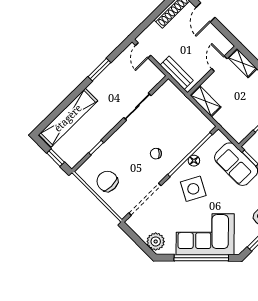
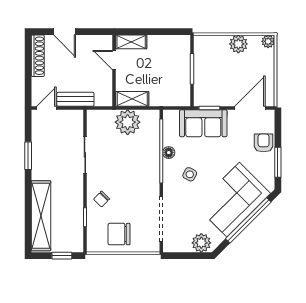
door: (143, 50) -> (46, 108), swing flipped
bench: (177, 73) -> (75, 99), moved
plant: (187, 113) -> (128, 122), added
chair: (156, 154) -> (102, 199), moved
side table: (193, 189) -> (190, 174), width x0.54, depth x0.54

